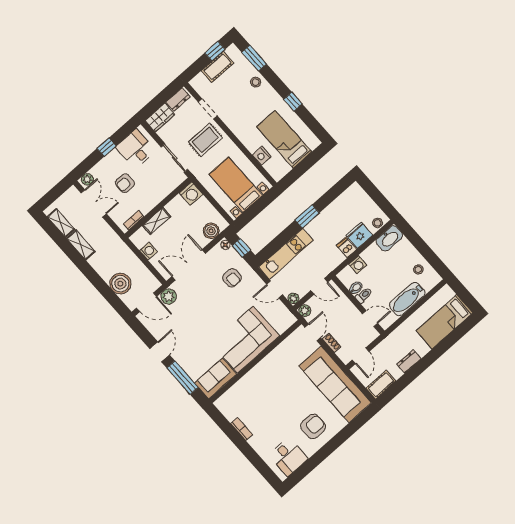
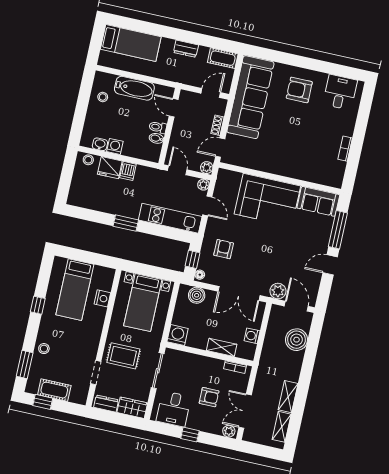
washbasin: (389, 238) -> (100, 144), width x0.52, depth x0.69
washing machine: (358, 265) -> (115, 146), moved

